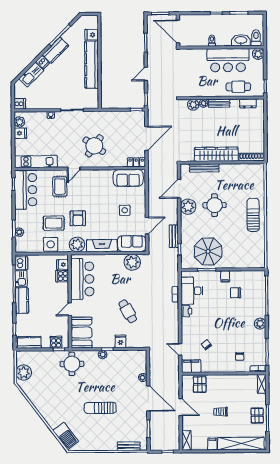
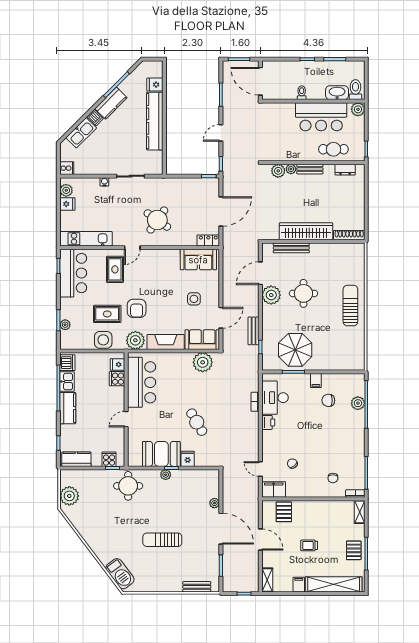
plant: (260, 324) -> (358, 403), moved
booth: (82, 333) -> (161, 454), moved, turned 90

